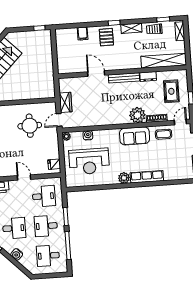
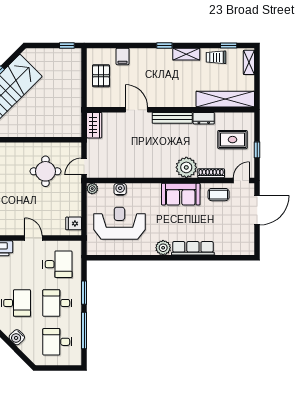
pallet: (106, 37) -> (101, 76), moved
rug: (171, 91) -> (233, 140), turned 90
wardrobe: (66, 102) -> (94, 125), moved
reception desk: (89, 161) -> (119, 223), turned 180

